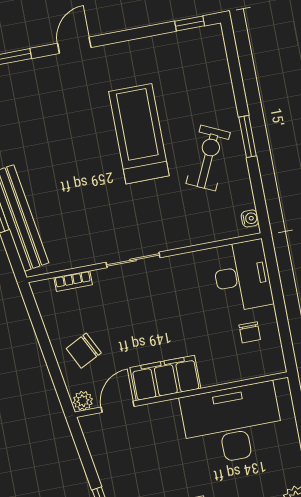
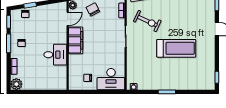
exercise bike: (208, 158) -> (147, 21), moved
door: (118, 407) -> (68, 19), hinge flipped
desk: (232, 424) -> (55, 55), width x0.53, depth x0.77

